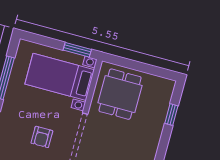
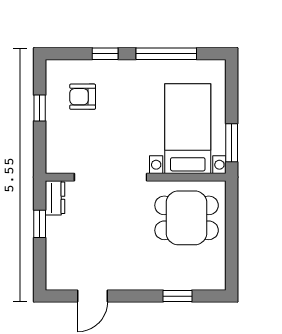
armchair: (42, 137) -> (83, 97), moved

